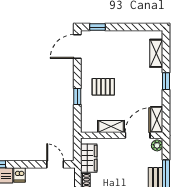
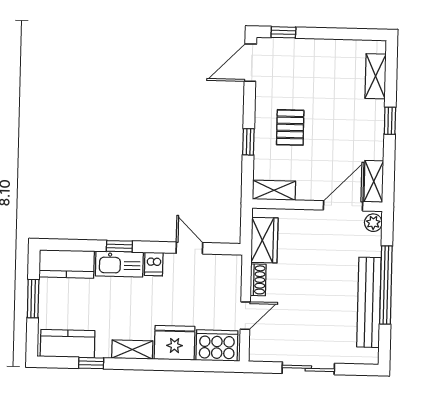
pallet: (103, 87) -> (290, 127), turned 90
shelving: (111, 127) -> (274, 190), moved
door: (55, 164) -> (189, 248), moved

